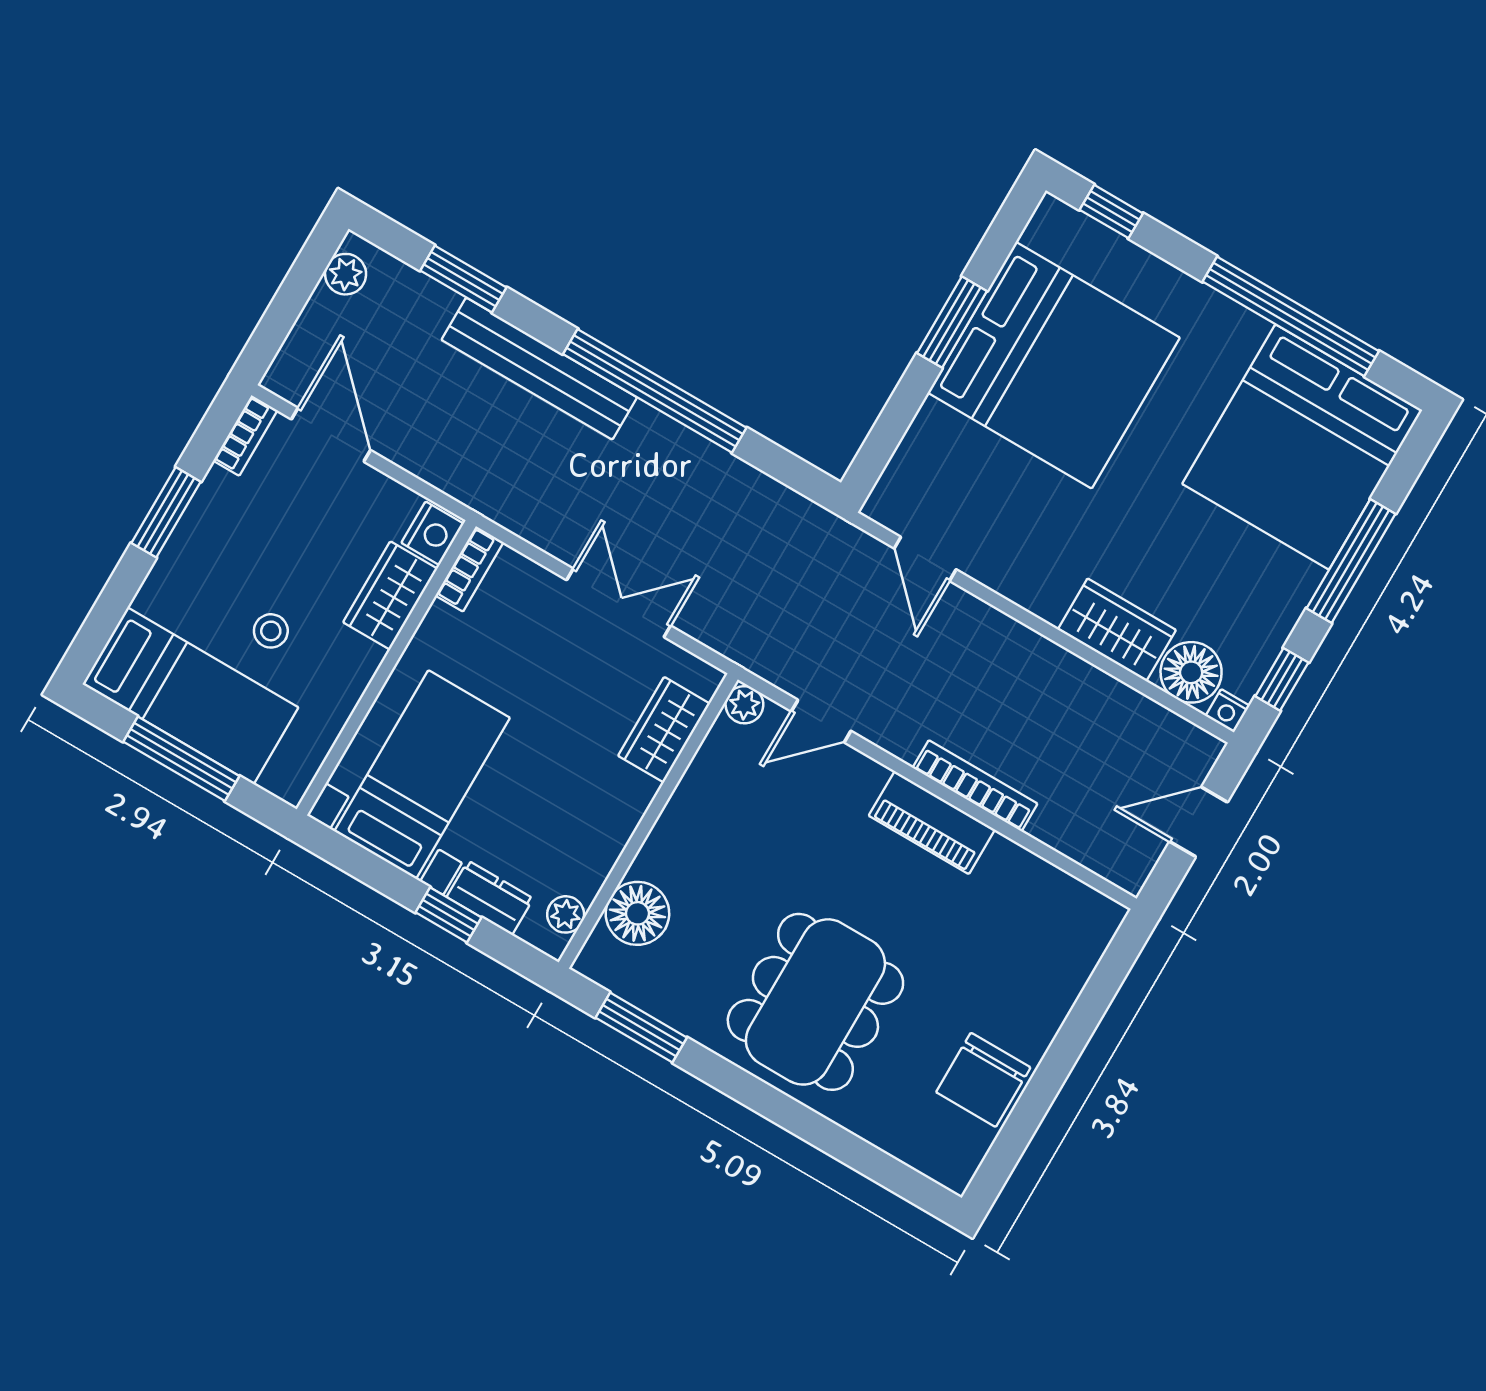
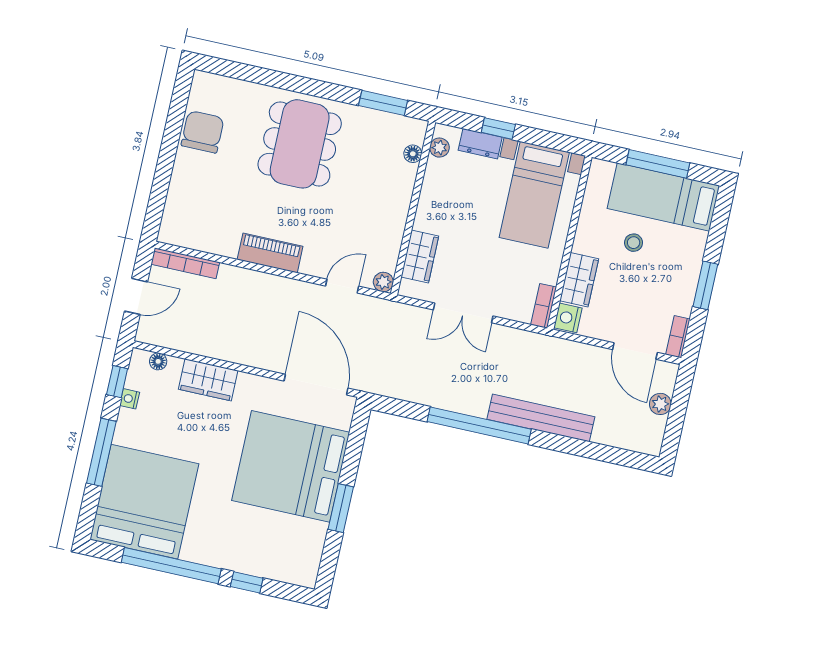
window: (1111, 212) -> (247, 582), moved
plant: (346, 274) -> (660, 404), moved
window: (463, 279) -> (594, 451), removed
bed: (1054, 365) -> (291, 466), moved
door: (925, 559) -> (316, 385), width x1.87
floor lamp: (1191, 672) -> (158, 361), width x0.53, depth x0.53
nightstand: (1228, 711) -> (130, 399), moved, turned -90
bookcase: (975, 786) -> (185, 263), moved
floor lamp: (637, 913) -> (413, 154), width x0.53, depth x0.53

